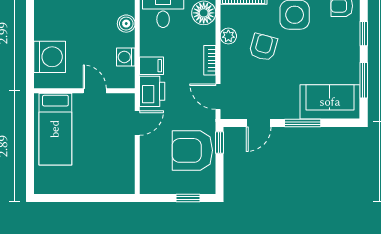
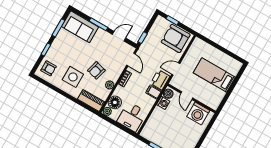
boiler: (126, 24) -> (168, 94), moved
washing machine: (50, 57) -> (198, 113), moved, turned -90
bed: (55, 129) -> (214, 75), moved, turned -90
armchair: (192, 150) -> (176, 38), moved, turned 180

